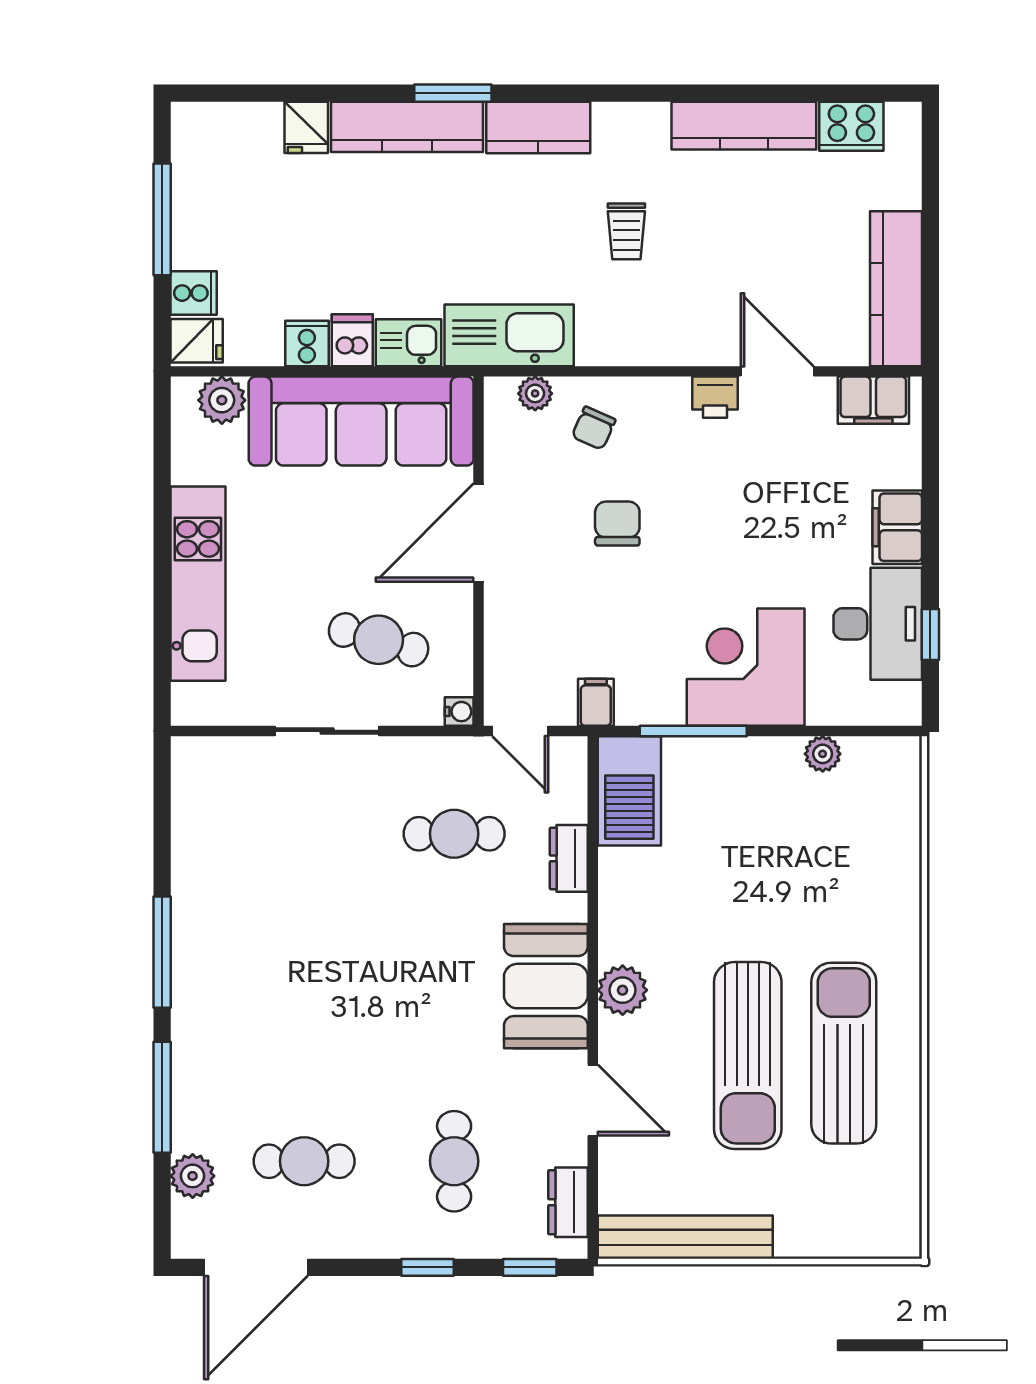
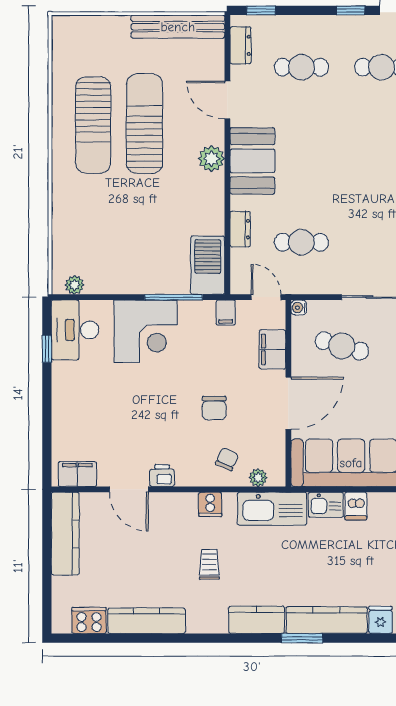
cooker: (307, 343) -> (210, 504), moved
filing cabinet: (897, 527) -> (273, 349), moved, turned 180
desk: (878, 624) -> (75, 330), moved
plant: (823, 754) -> (74, 285), moved
cafe table: (454, 1161) -> (301, 67), turned 90
window: (428, 1267) -> (351, 10), moved

